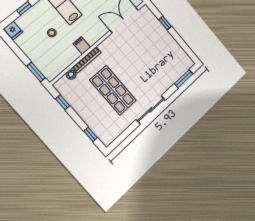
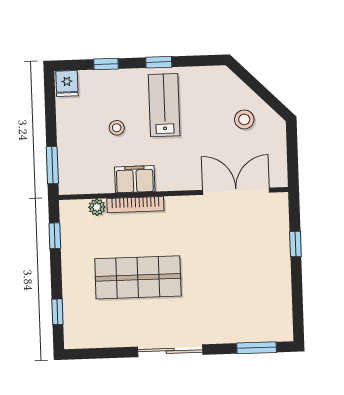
filing cabinet: (82, 46) -> (135, 179), width x2.00
shop shelf: (113, 90) -> (138, 277), turned 90

